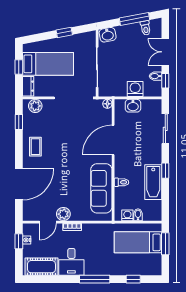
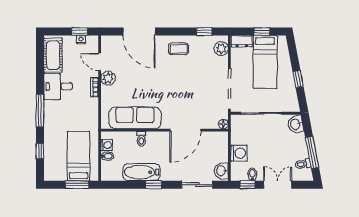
washbasin: (133, 106) -> (221, 171), moved
door: (113, 140) -> (185, 130), swing flipped

